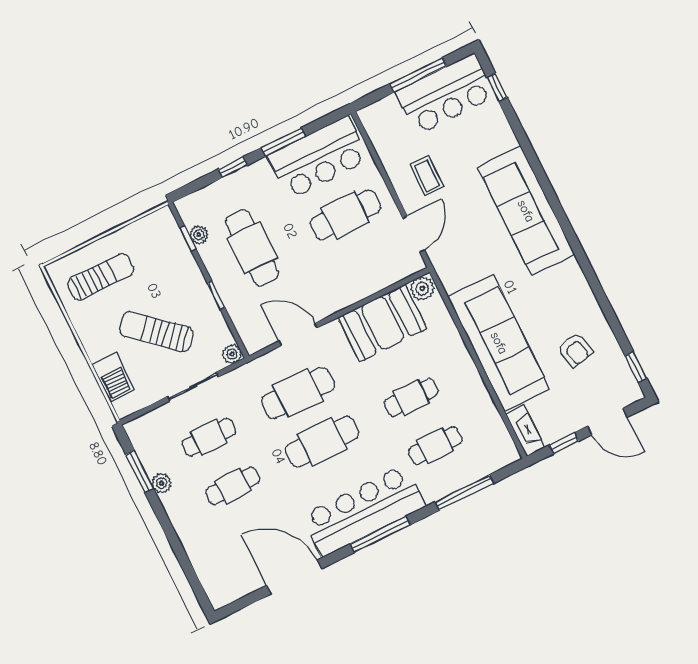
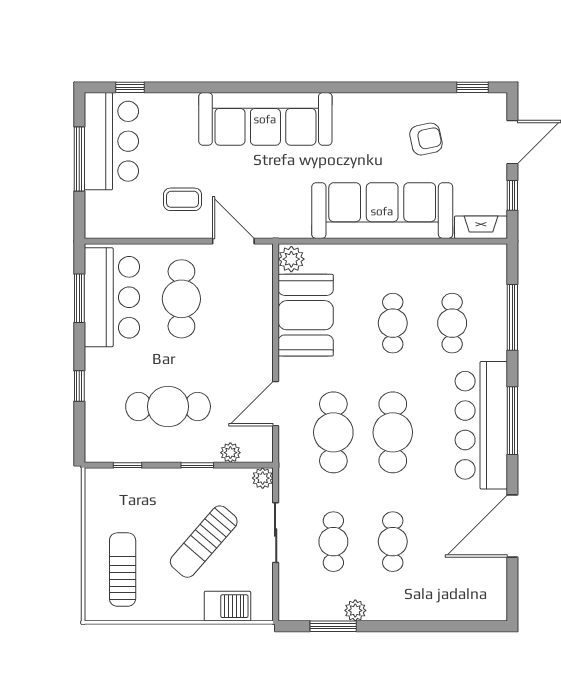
window: (283, 142) -> (79, 298), moved
plant: (199, 235) -> (230, 453), moved

